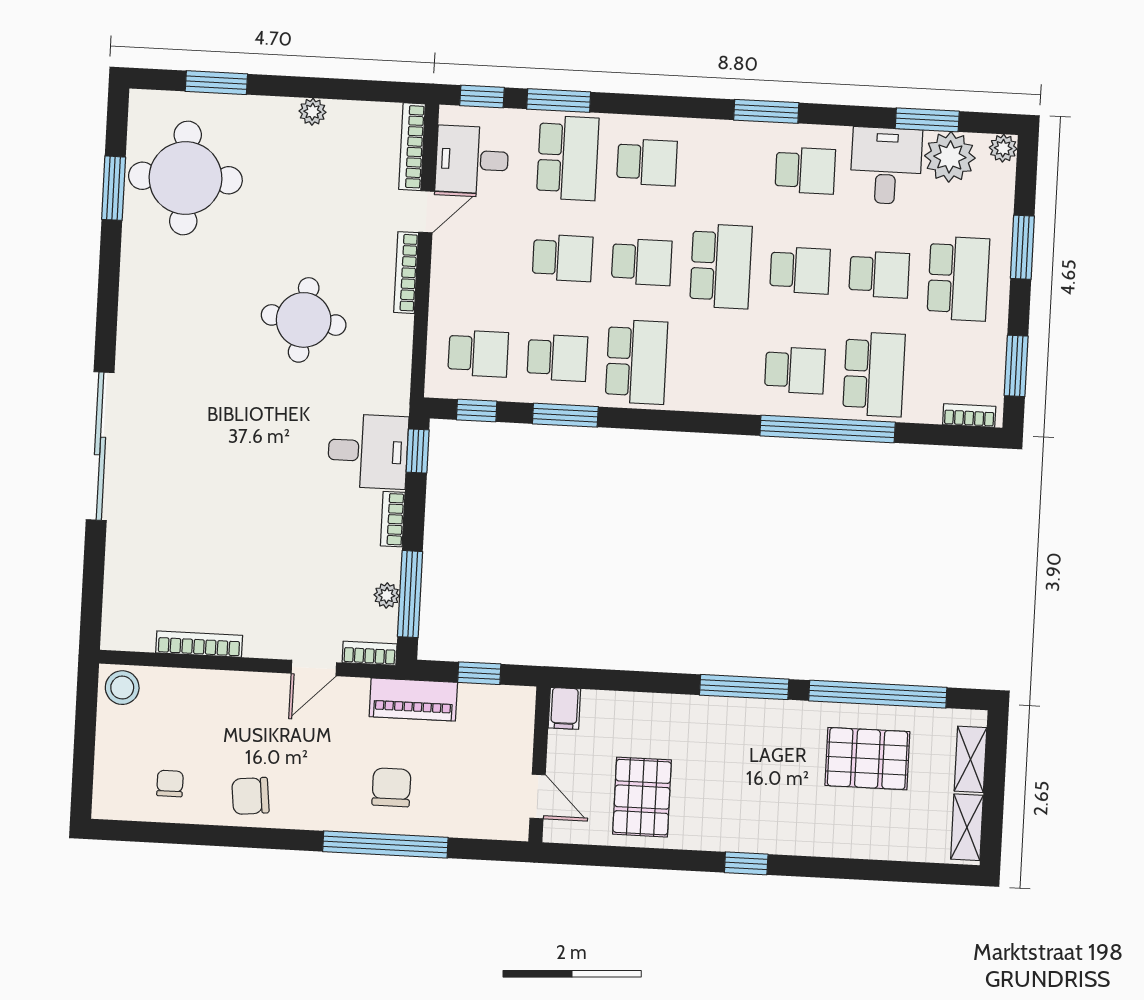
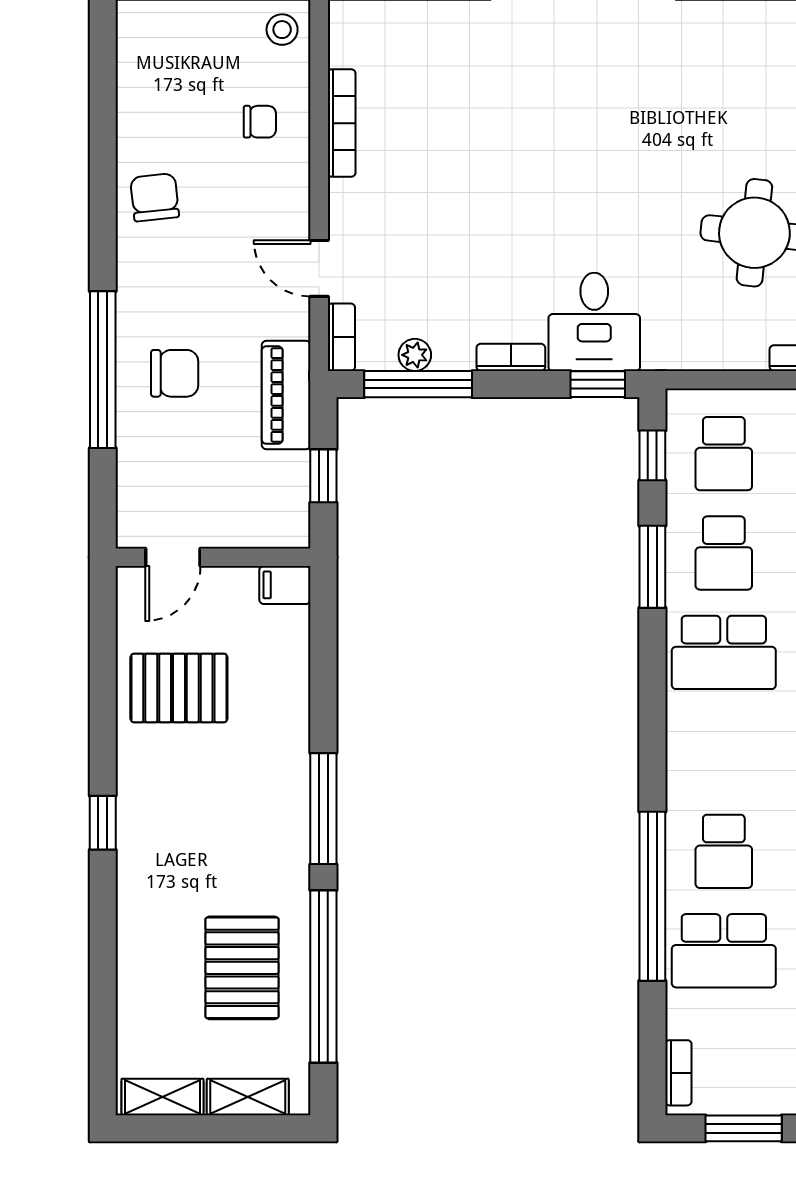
stool: (122, 688) -> (282, 30), width x0.73, depth x0.73
chair: (170, 784) -> (260, 122), moved

